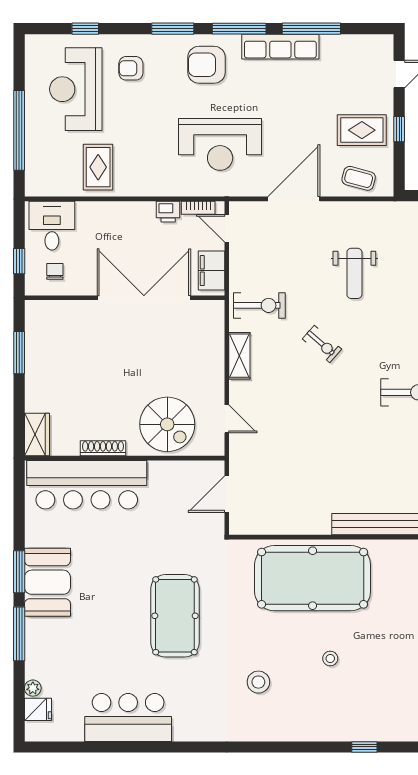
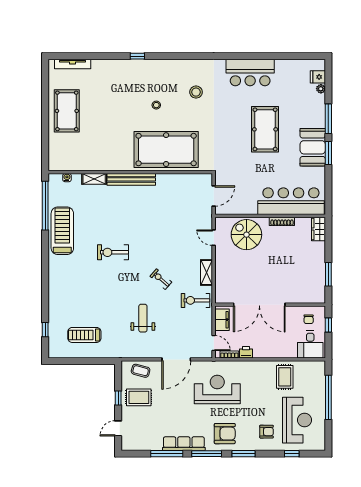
pool table: (175, 616) -> (265, 129), moved
bar counter: (128, 717) -> (250, 72), moved

